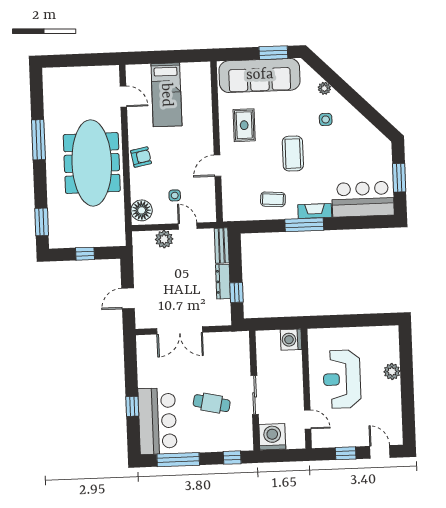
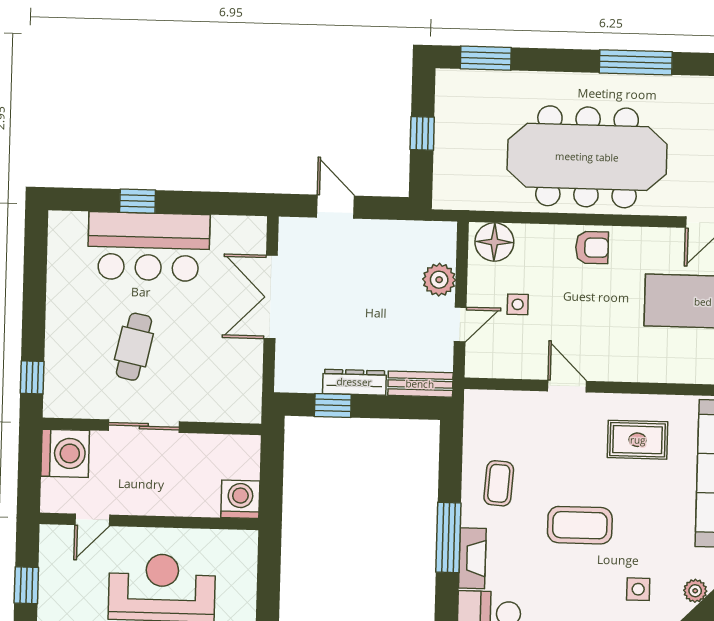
armchair: (141, 157) -> (592, 248), turned -79
bar counter: (157, 421) -> (149, 247), moved
window: (178, 460) -> (35, 279), removed

